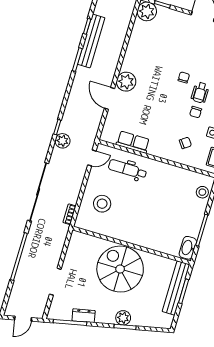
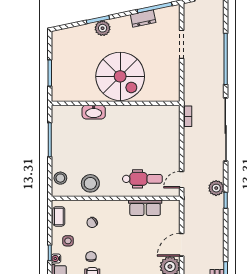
door: (110, 98) -> (182, 245), swing flipped
stool: (102, 204) -> (90, 183), moved
washbasin: (188, 248) -> (94, 112), moved, turned 90
bench: (176, 288) -> (58, 74), removed

